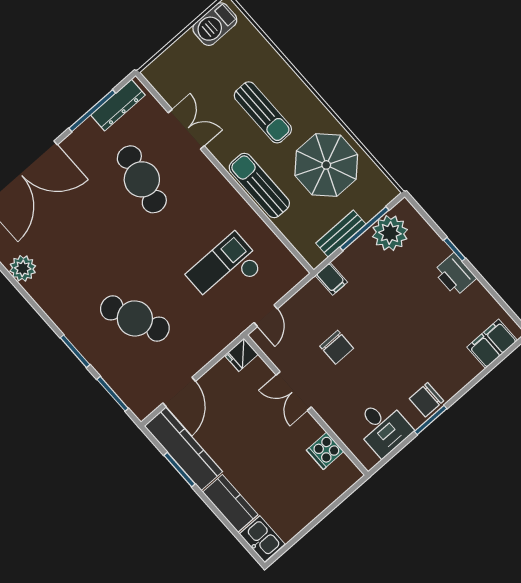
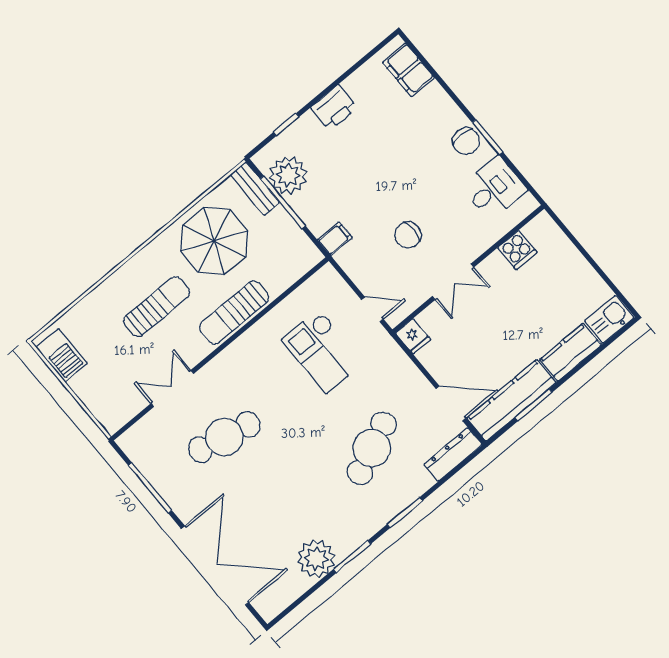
dresser: (118, 105) -> (453, 454), moved, turned -90
bench: (341, 234) -> (255, 189), moved
window: (455, 249) -> (286, 125), moved
plant: (23, 268) -> (316, 559), width x1.36, depth x1.36
chair: (337, 347) -> (408, 235), turned 180
window: (113, 394) -> (352, 557), moved

